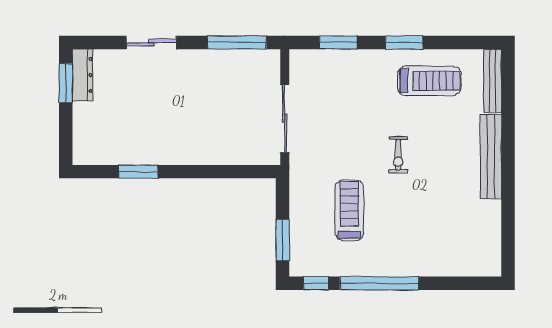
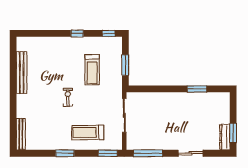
window: (338, 42) -> (108, 153), moved
treadmill: (429, 81) -> (88, 132), moved
bench: (491, 157) -> (22, 73), moved
window: (282, 240) -> (125, 65), moved
window: (379, 283) -> (77, 33), width x0.32

